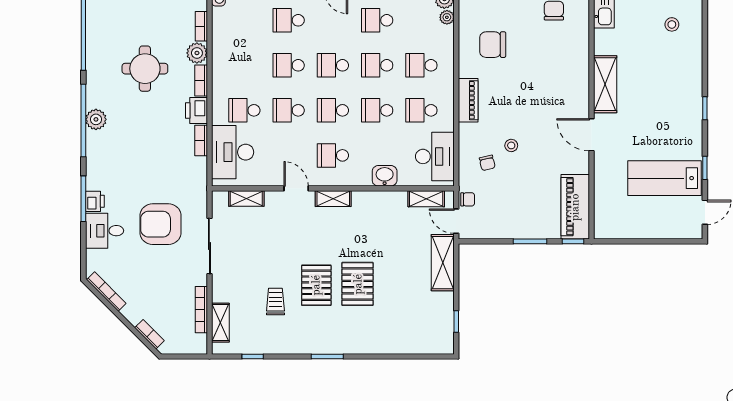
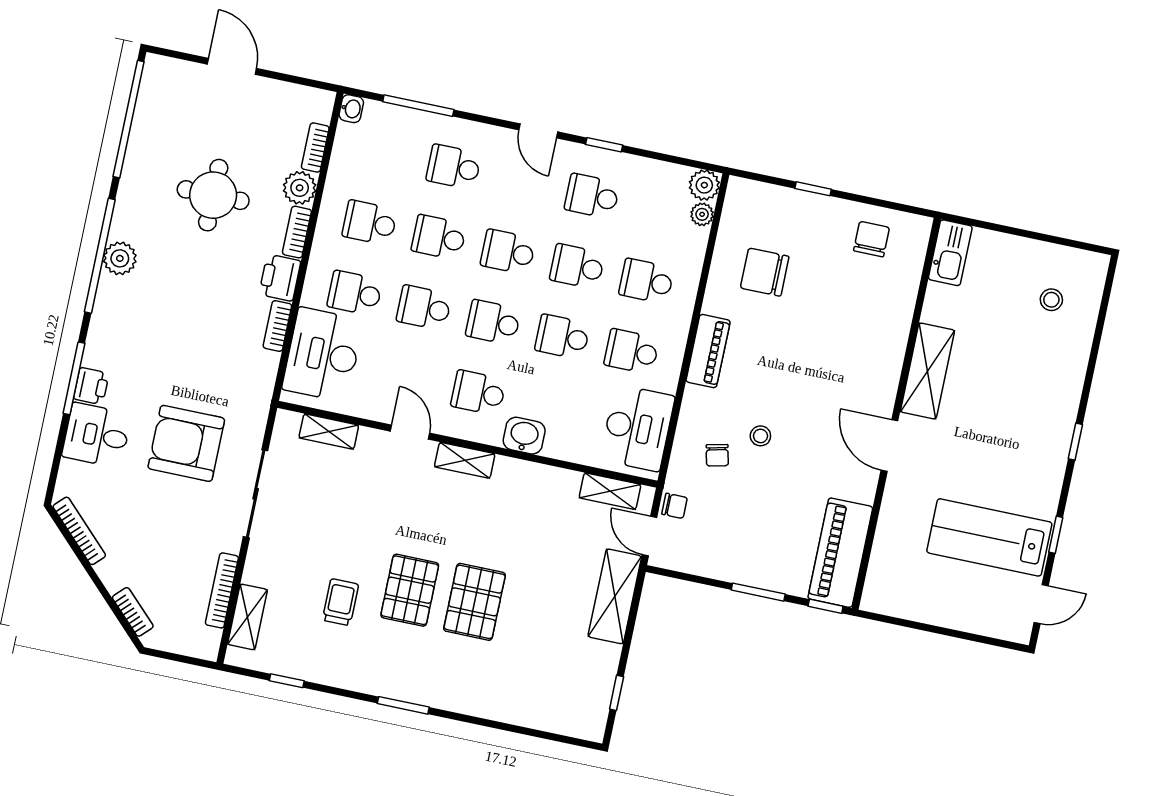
school desk: (244, 65) -> (370, 223), added
washbasin: (385, 176) -> (524, 436), moved

